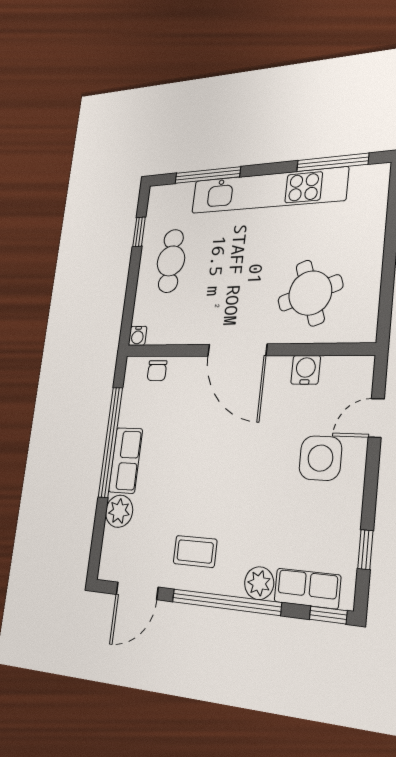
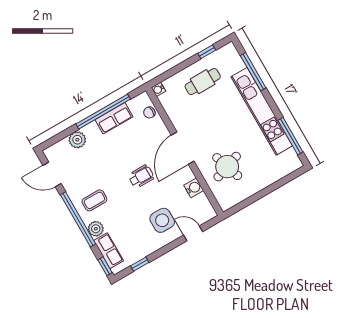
wheelchair: (233, 446) -> (141, 176), added
row of seats: (126, 460) -> (114, 118), moved
coffee table: (195, 551) -> (94, 200), moved, turned 90

